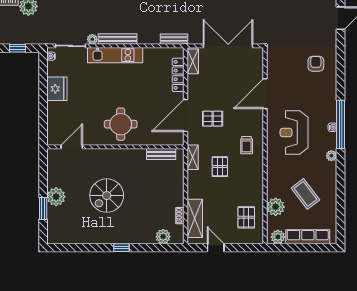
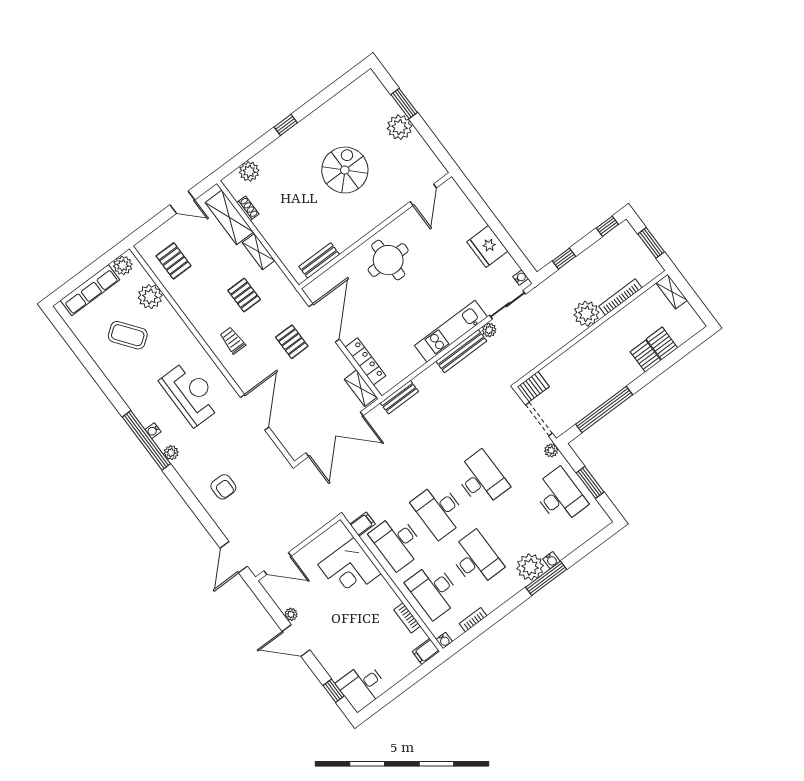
pallet: (213, 119) -> (292, 342), turned 90
plant: (331, 156) -> (171, 453), moved
shelving: (193, 157) -> (259, 252), moved

